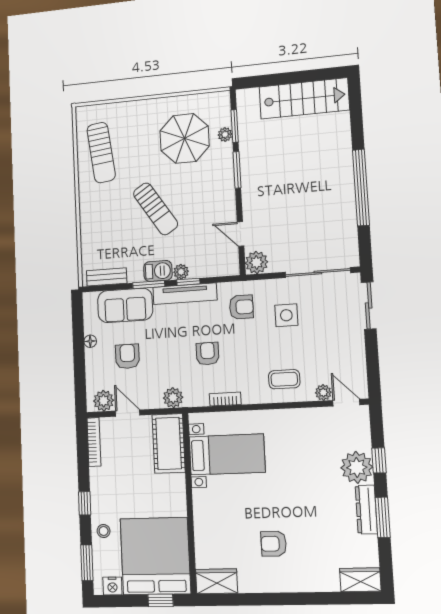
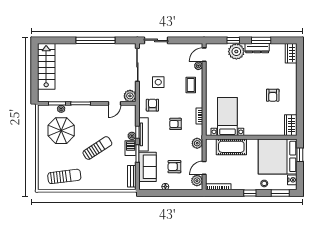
cot: (169, 443) -> (231, 147), moved

